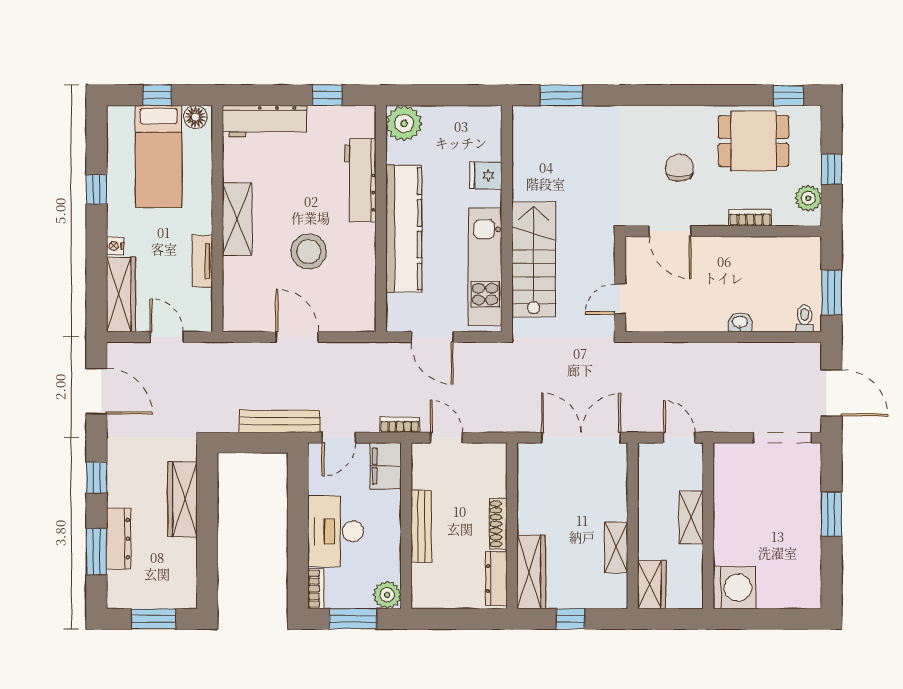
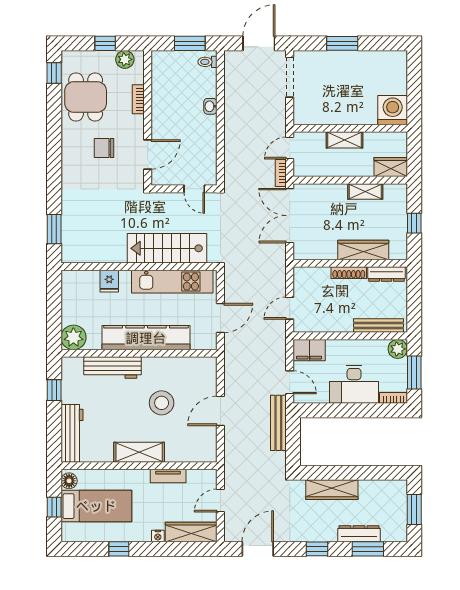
bookcase: (400, 425) -> (281, 173), moved
bench: (421, 526) -> (379, 326), moved
wardrobe: (531, 572) -> (363, 250), moved

